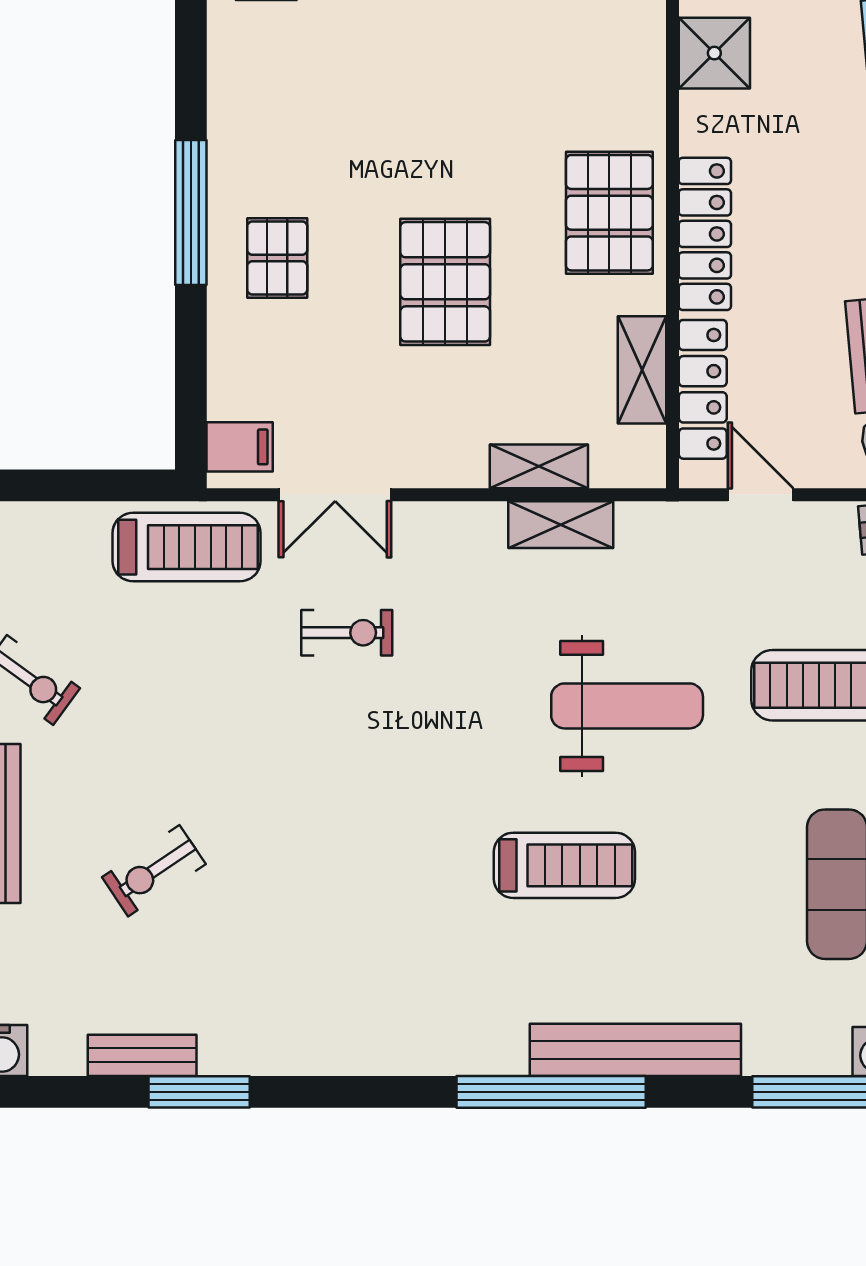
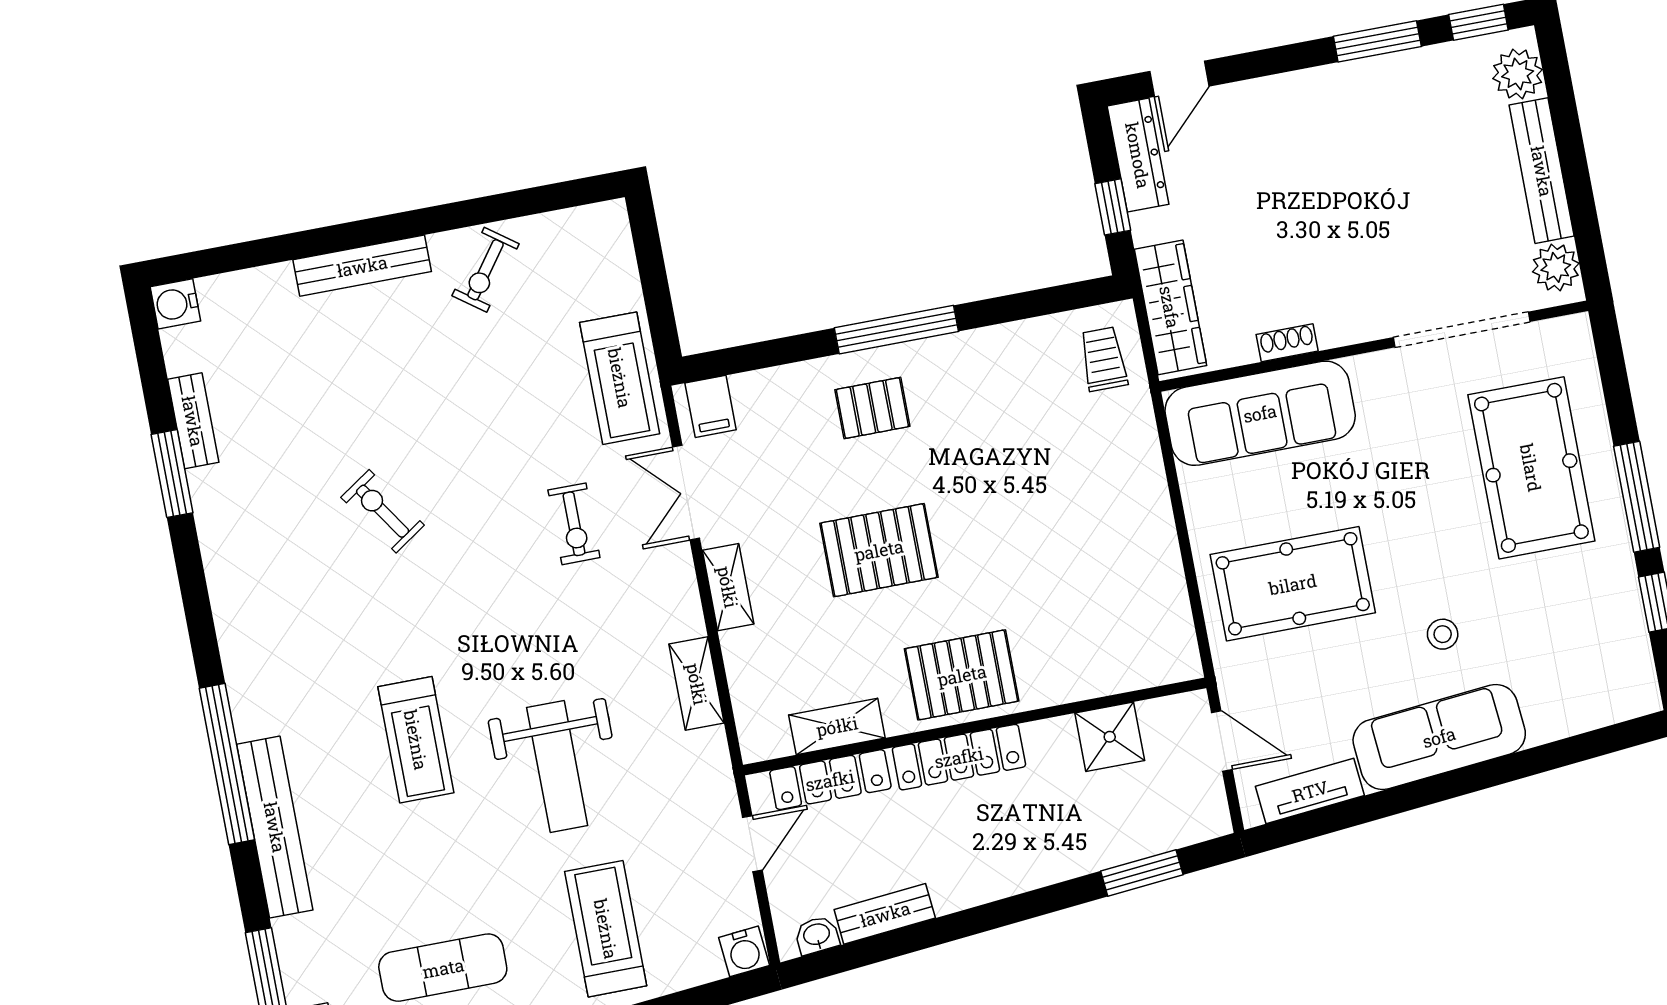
shelving: (539, 466) -> (728, 587), moved
exercise bike: (154, 871) -> (383, 511), moved

